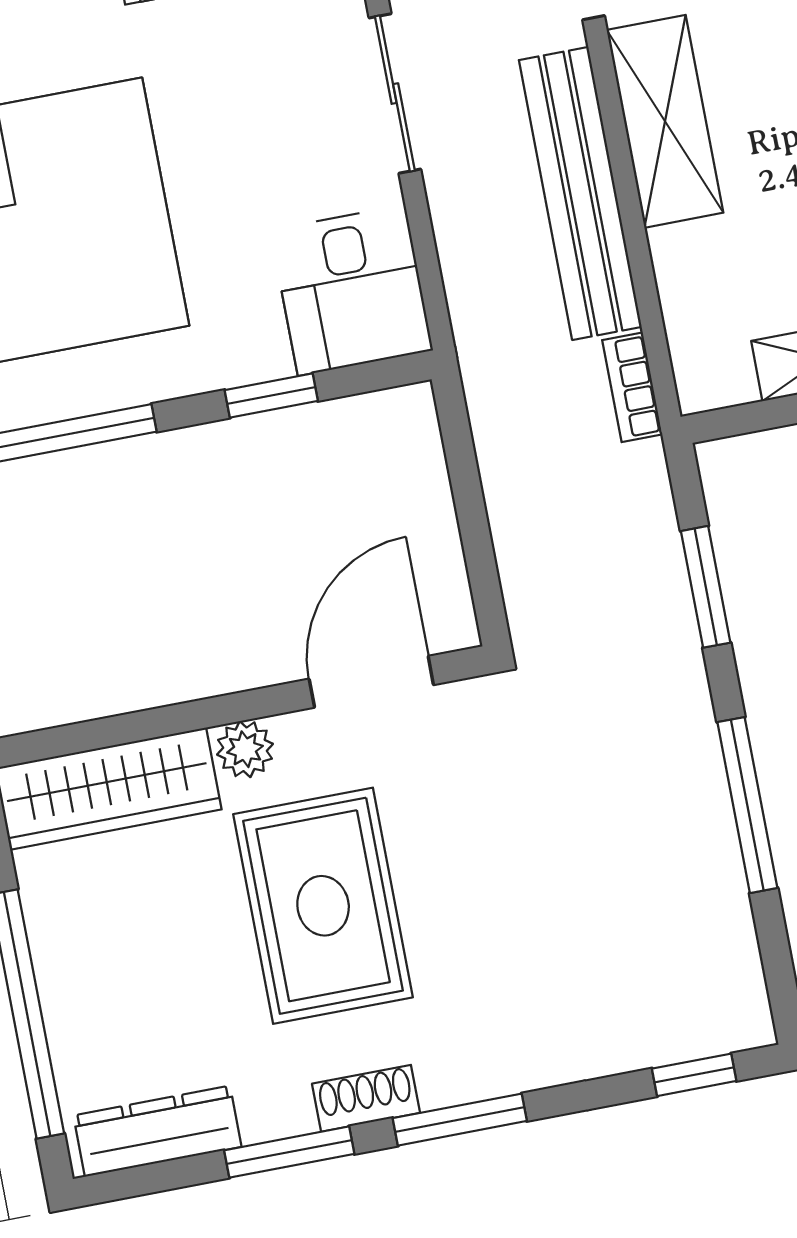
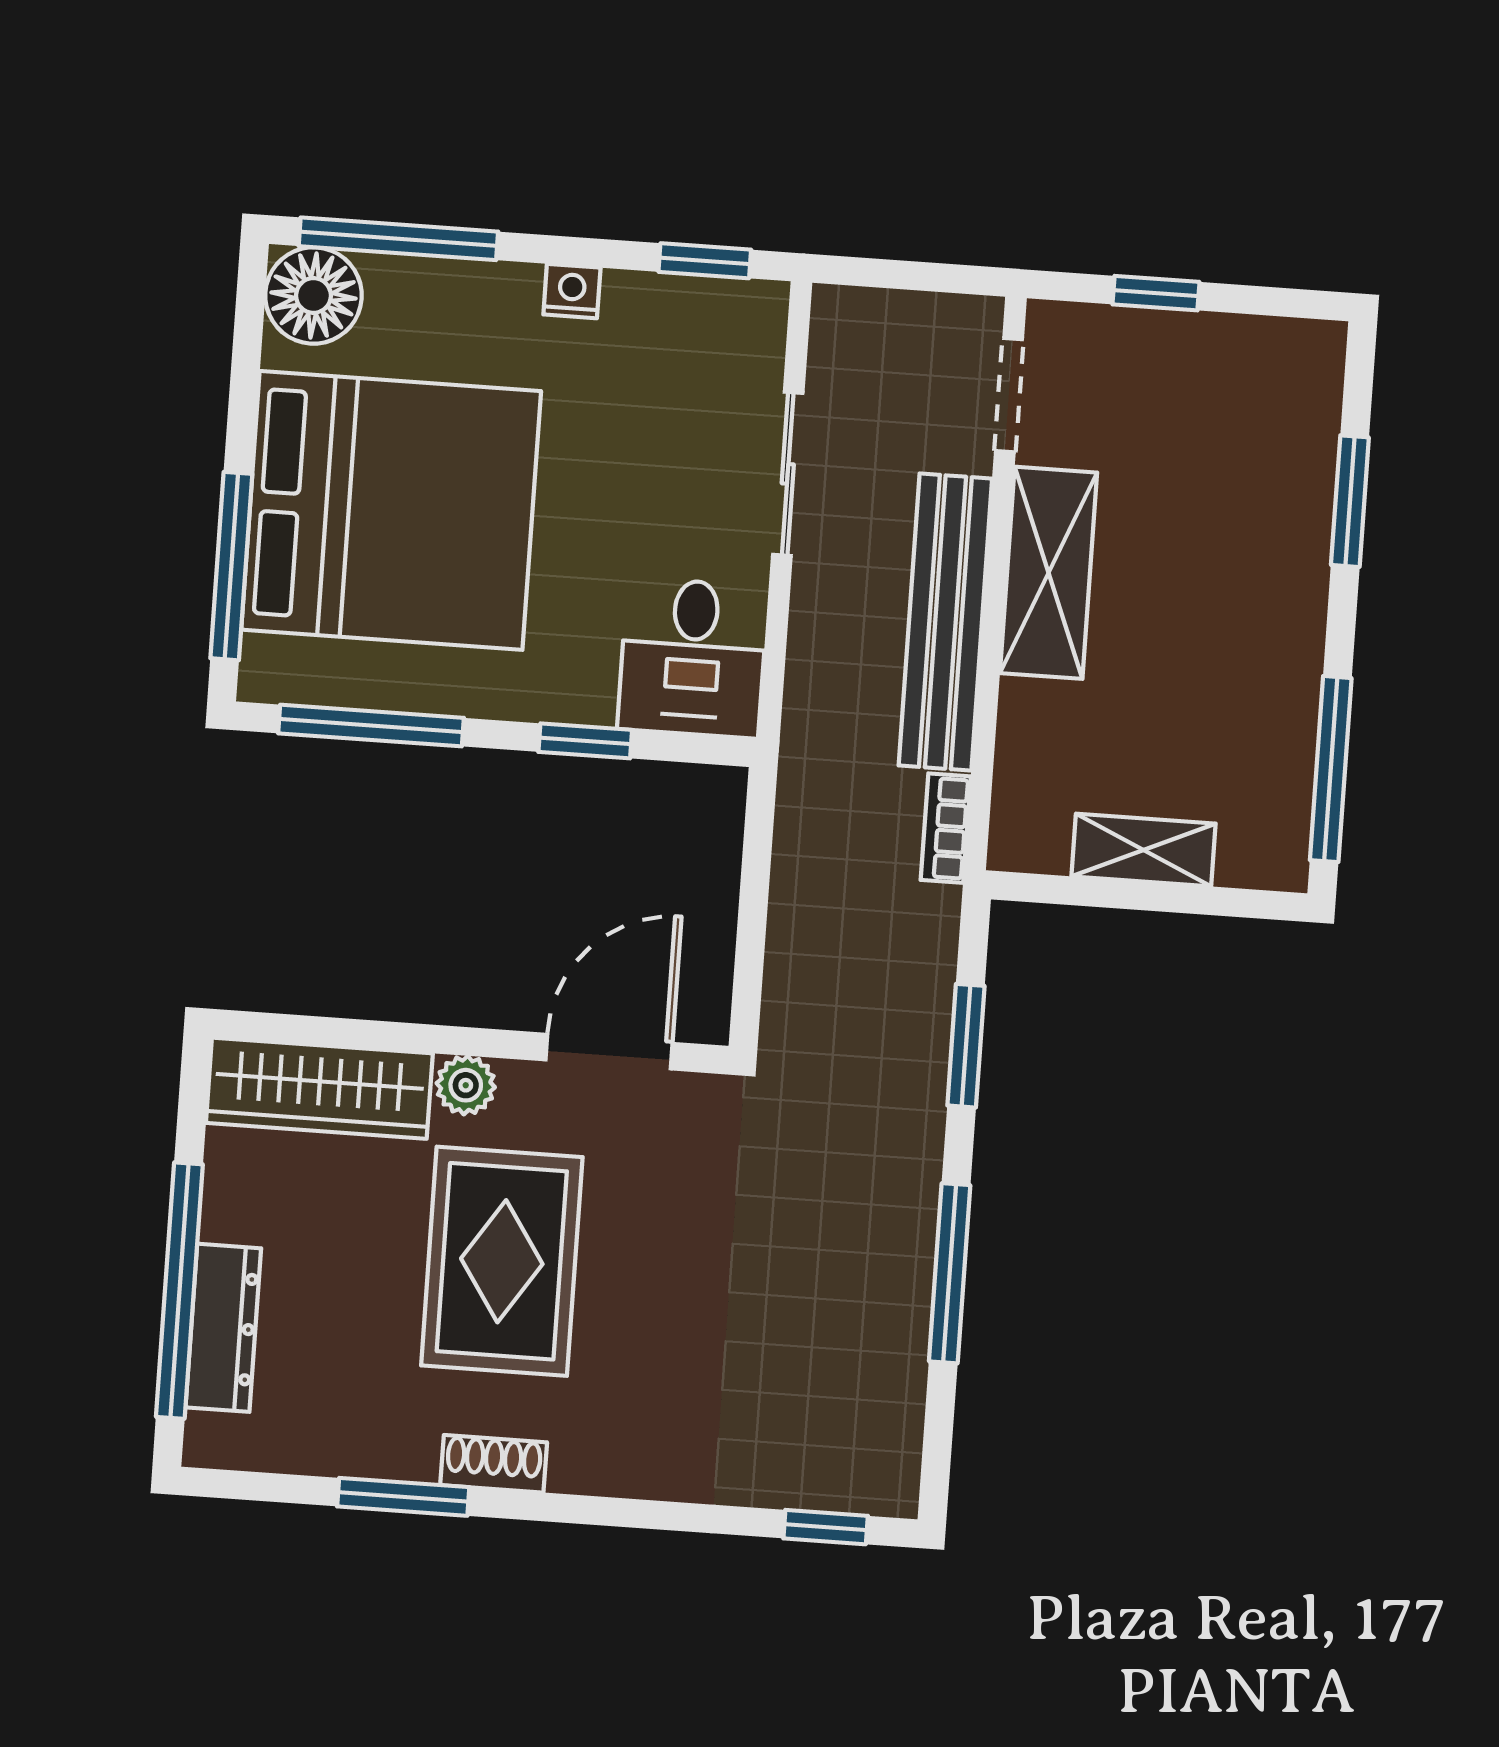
window: (460, 1120) -> (581, 1510), removed
dresser: (157, 1131) -> (223, 1328), moved, turned 90

